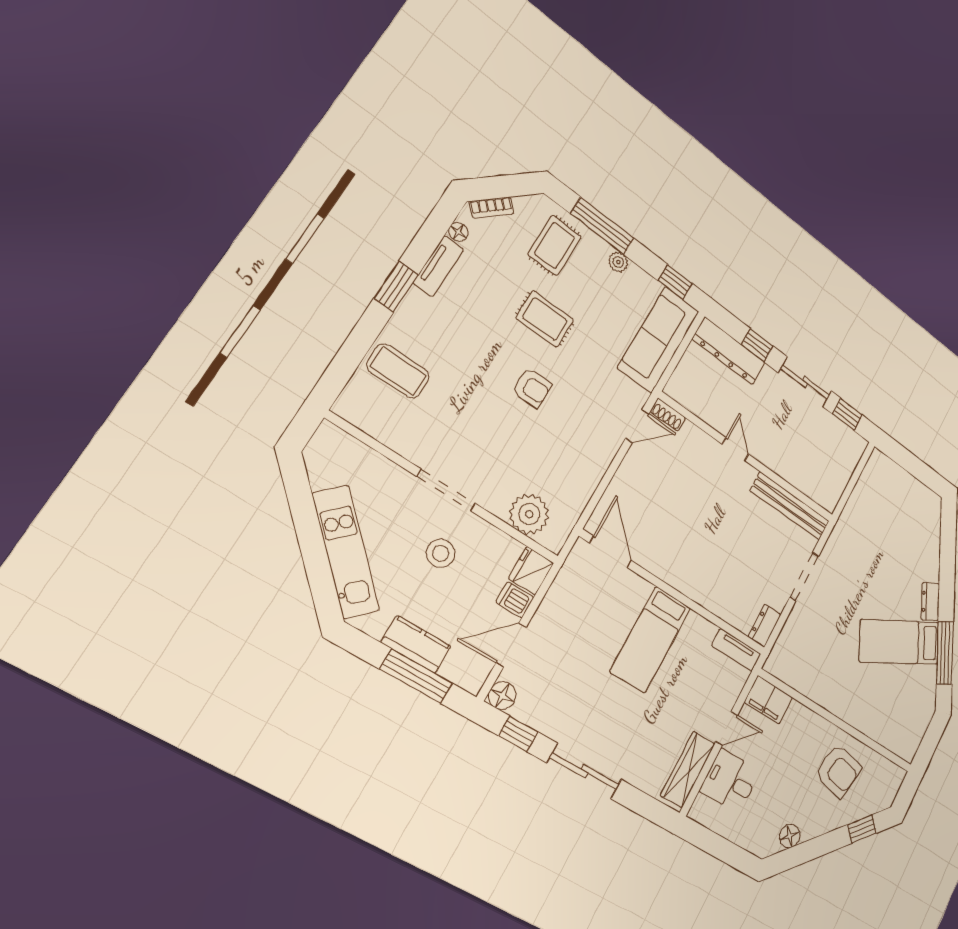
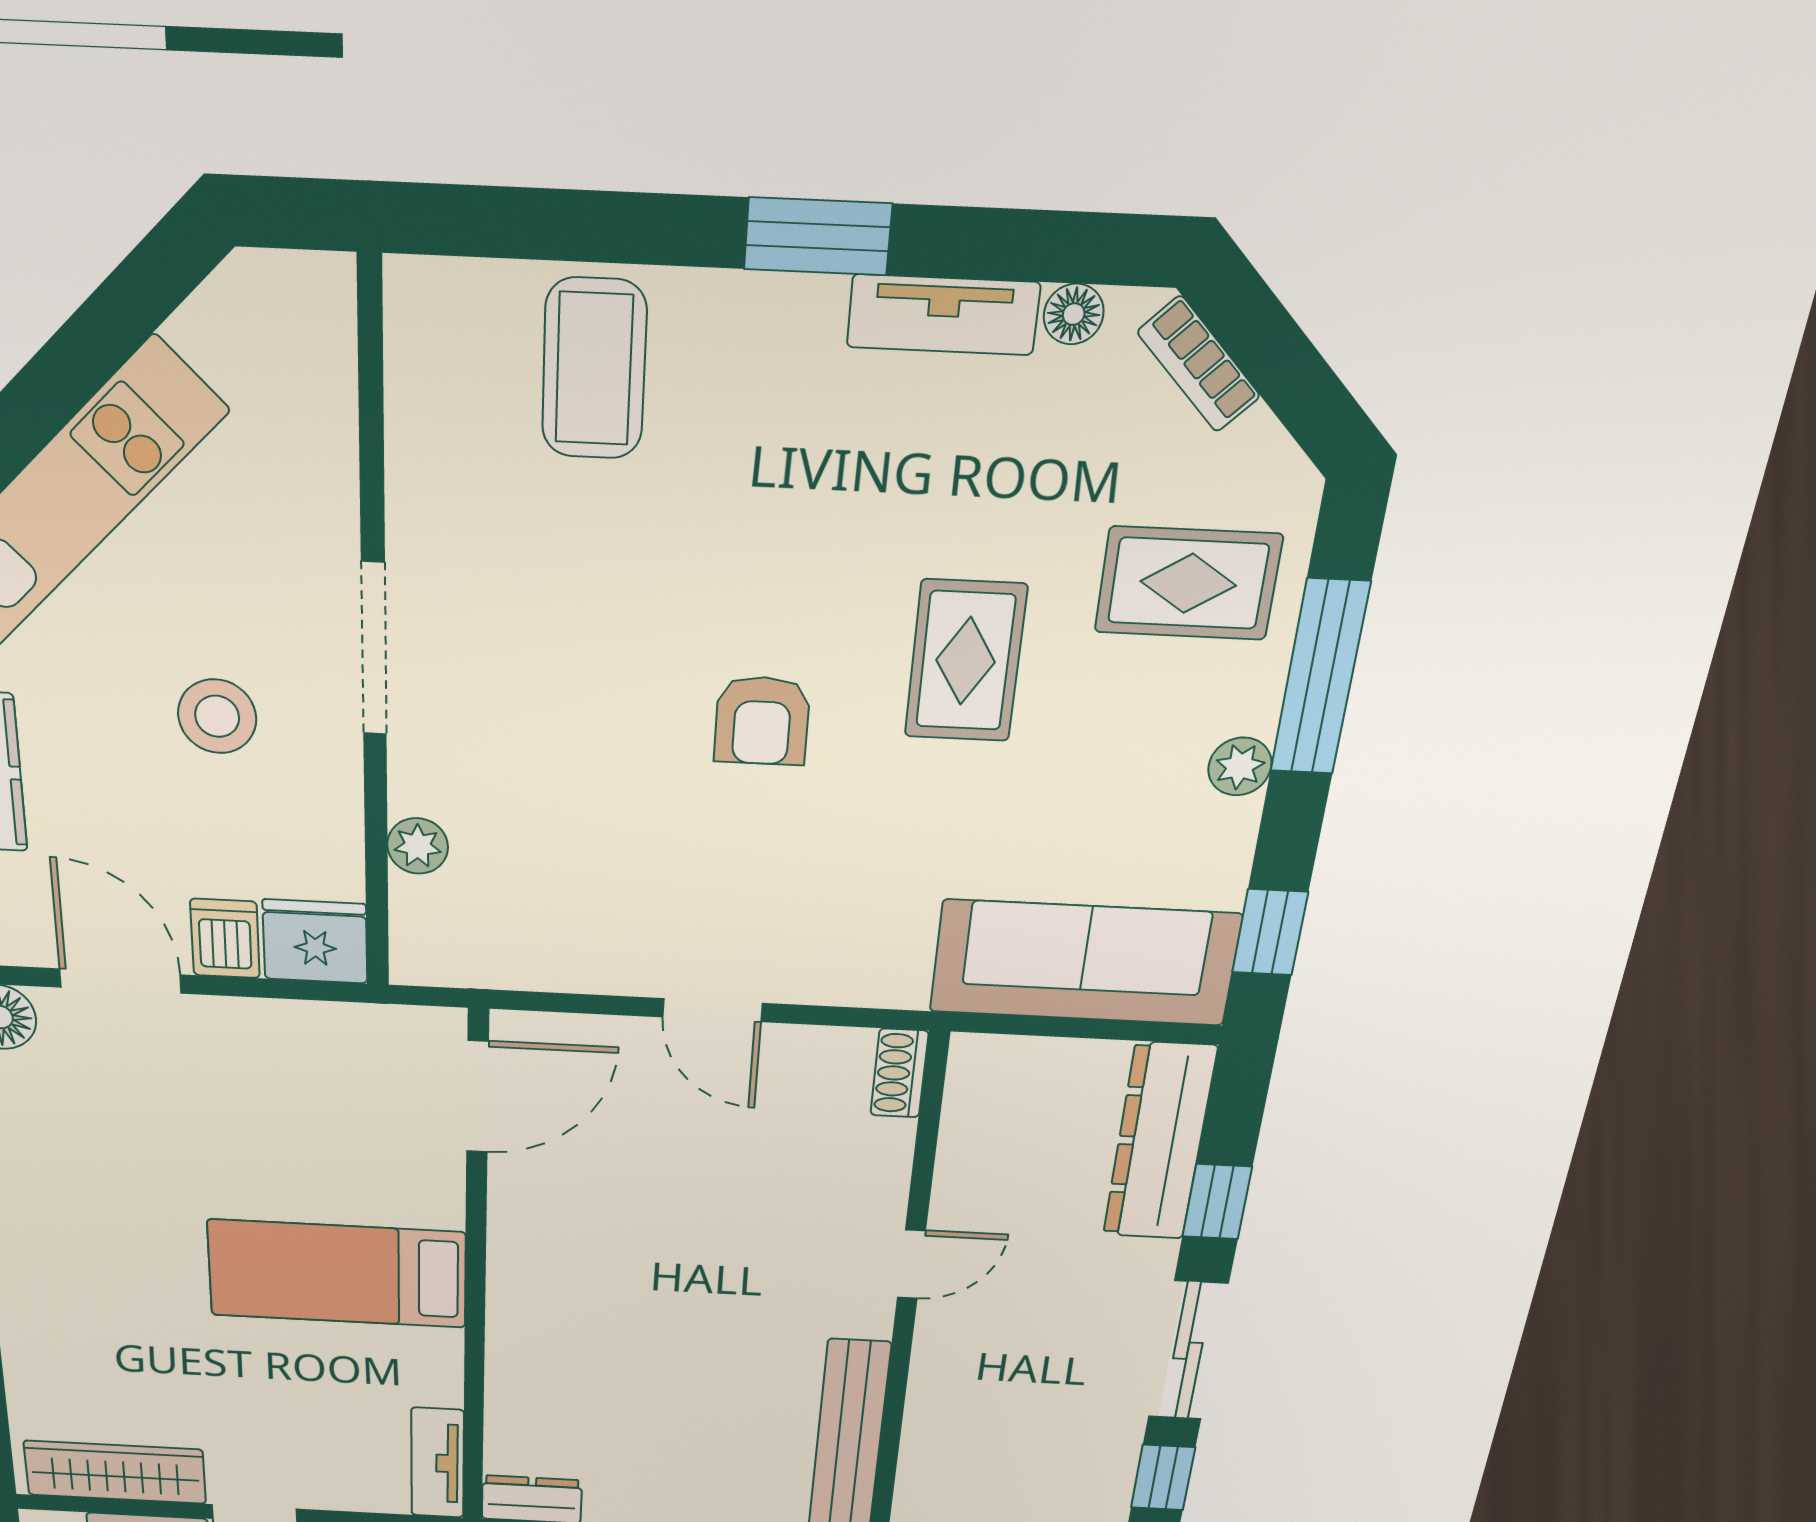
door: (637, 426) -> (712, 1010), moved
plant: (529, 514) -> (418, 846), width x0.53, depth x0.53

